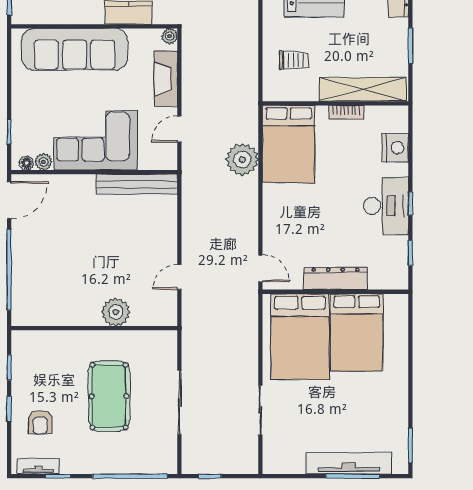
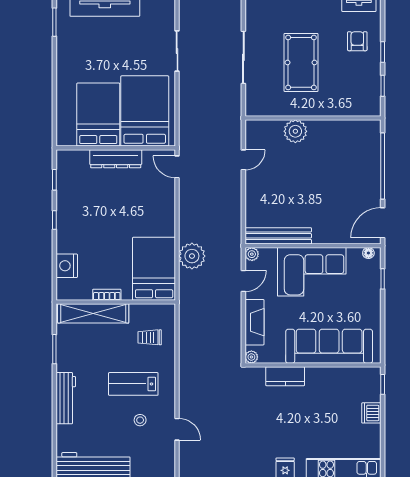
plant: (43, 162) -> (252, 254), moved
desk: (386, 206) -> (74, 218), removed

